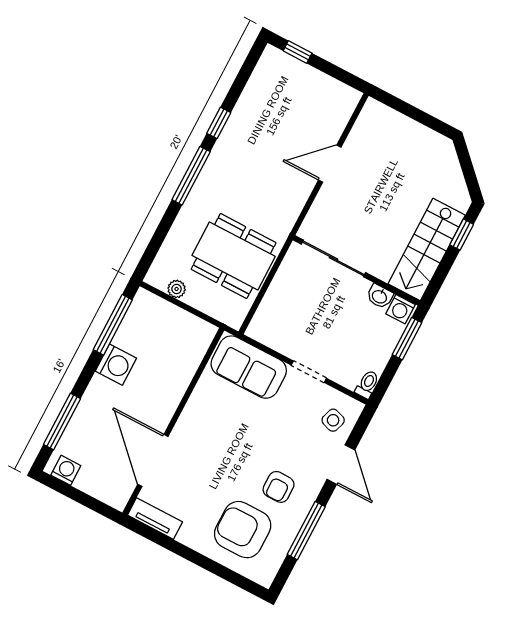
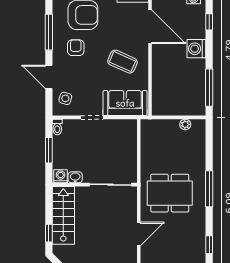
window: (219, 123) -> (209, 245), moved
dining table: (234, 256) -> (170, 193), moved
window: (407, 339) -> (49, 150), moved
washing machine: (116, 365) -> (196, 49), moved
window: (62, 422) -> (209, 22), width x0.46
coffee table: (220, 430) -> (122, 62), added

